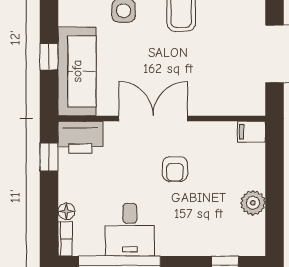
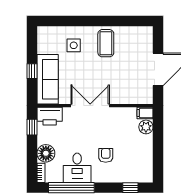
armchair: (175, 169) -> (106, 155), moved, turned 180
plant: (253, 203) -> (146, 127), moved
floor lamp: (66, 211) -> (46, 153), width x1.89, depth x1.89

